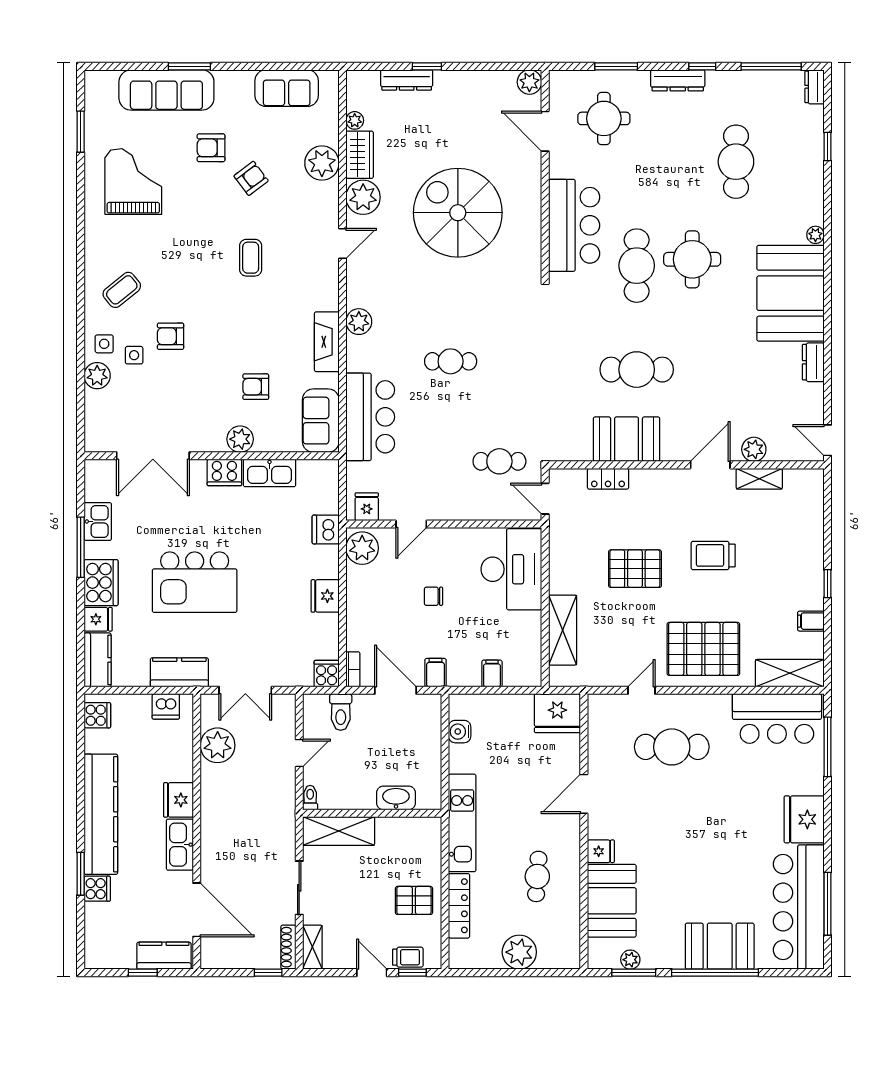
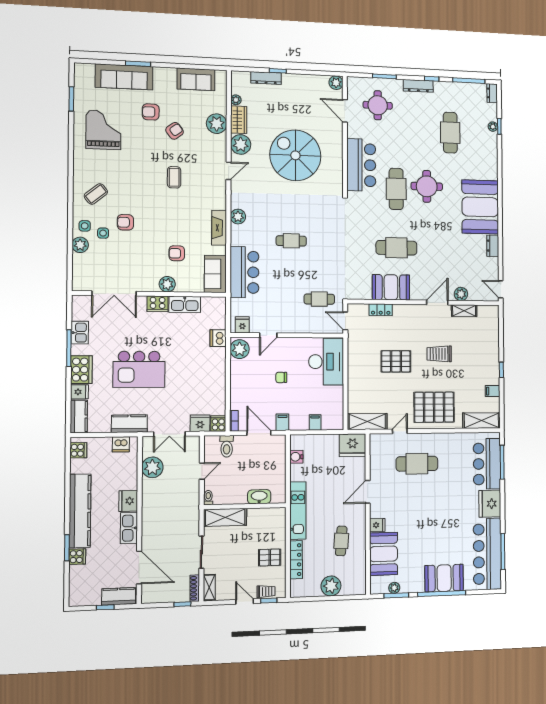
plant: (815, 235) -> (493, 127), moved
fridge: (325, 596) -> (200, 423), moved, turned 90
shelving: (563, 630) -> (367, 422), moved, turned 90
bar counter: (777, 718) -> (487, 464), moved, turned 90

